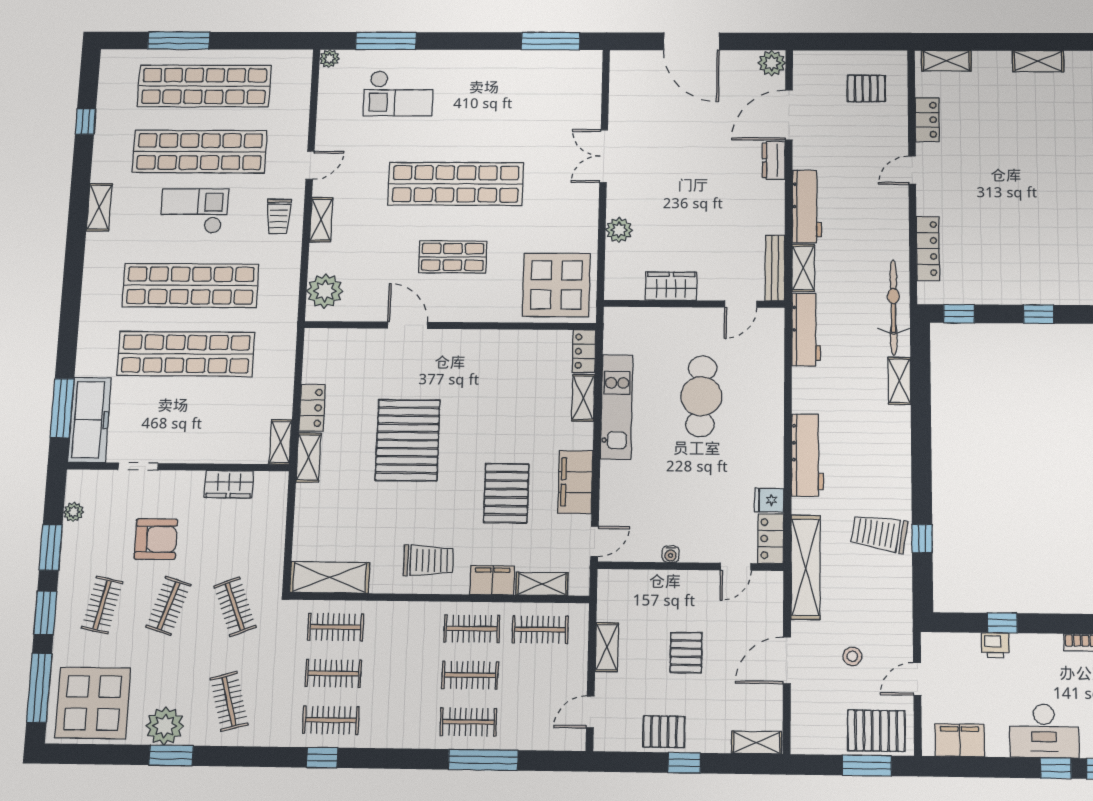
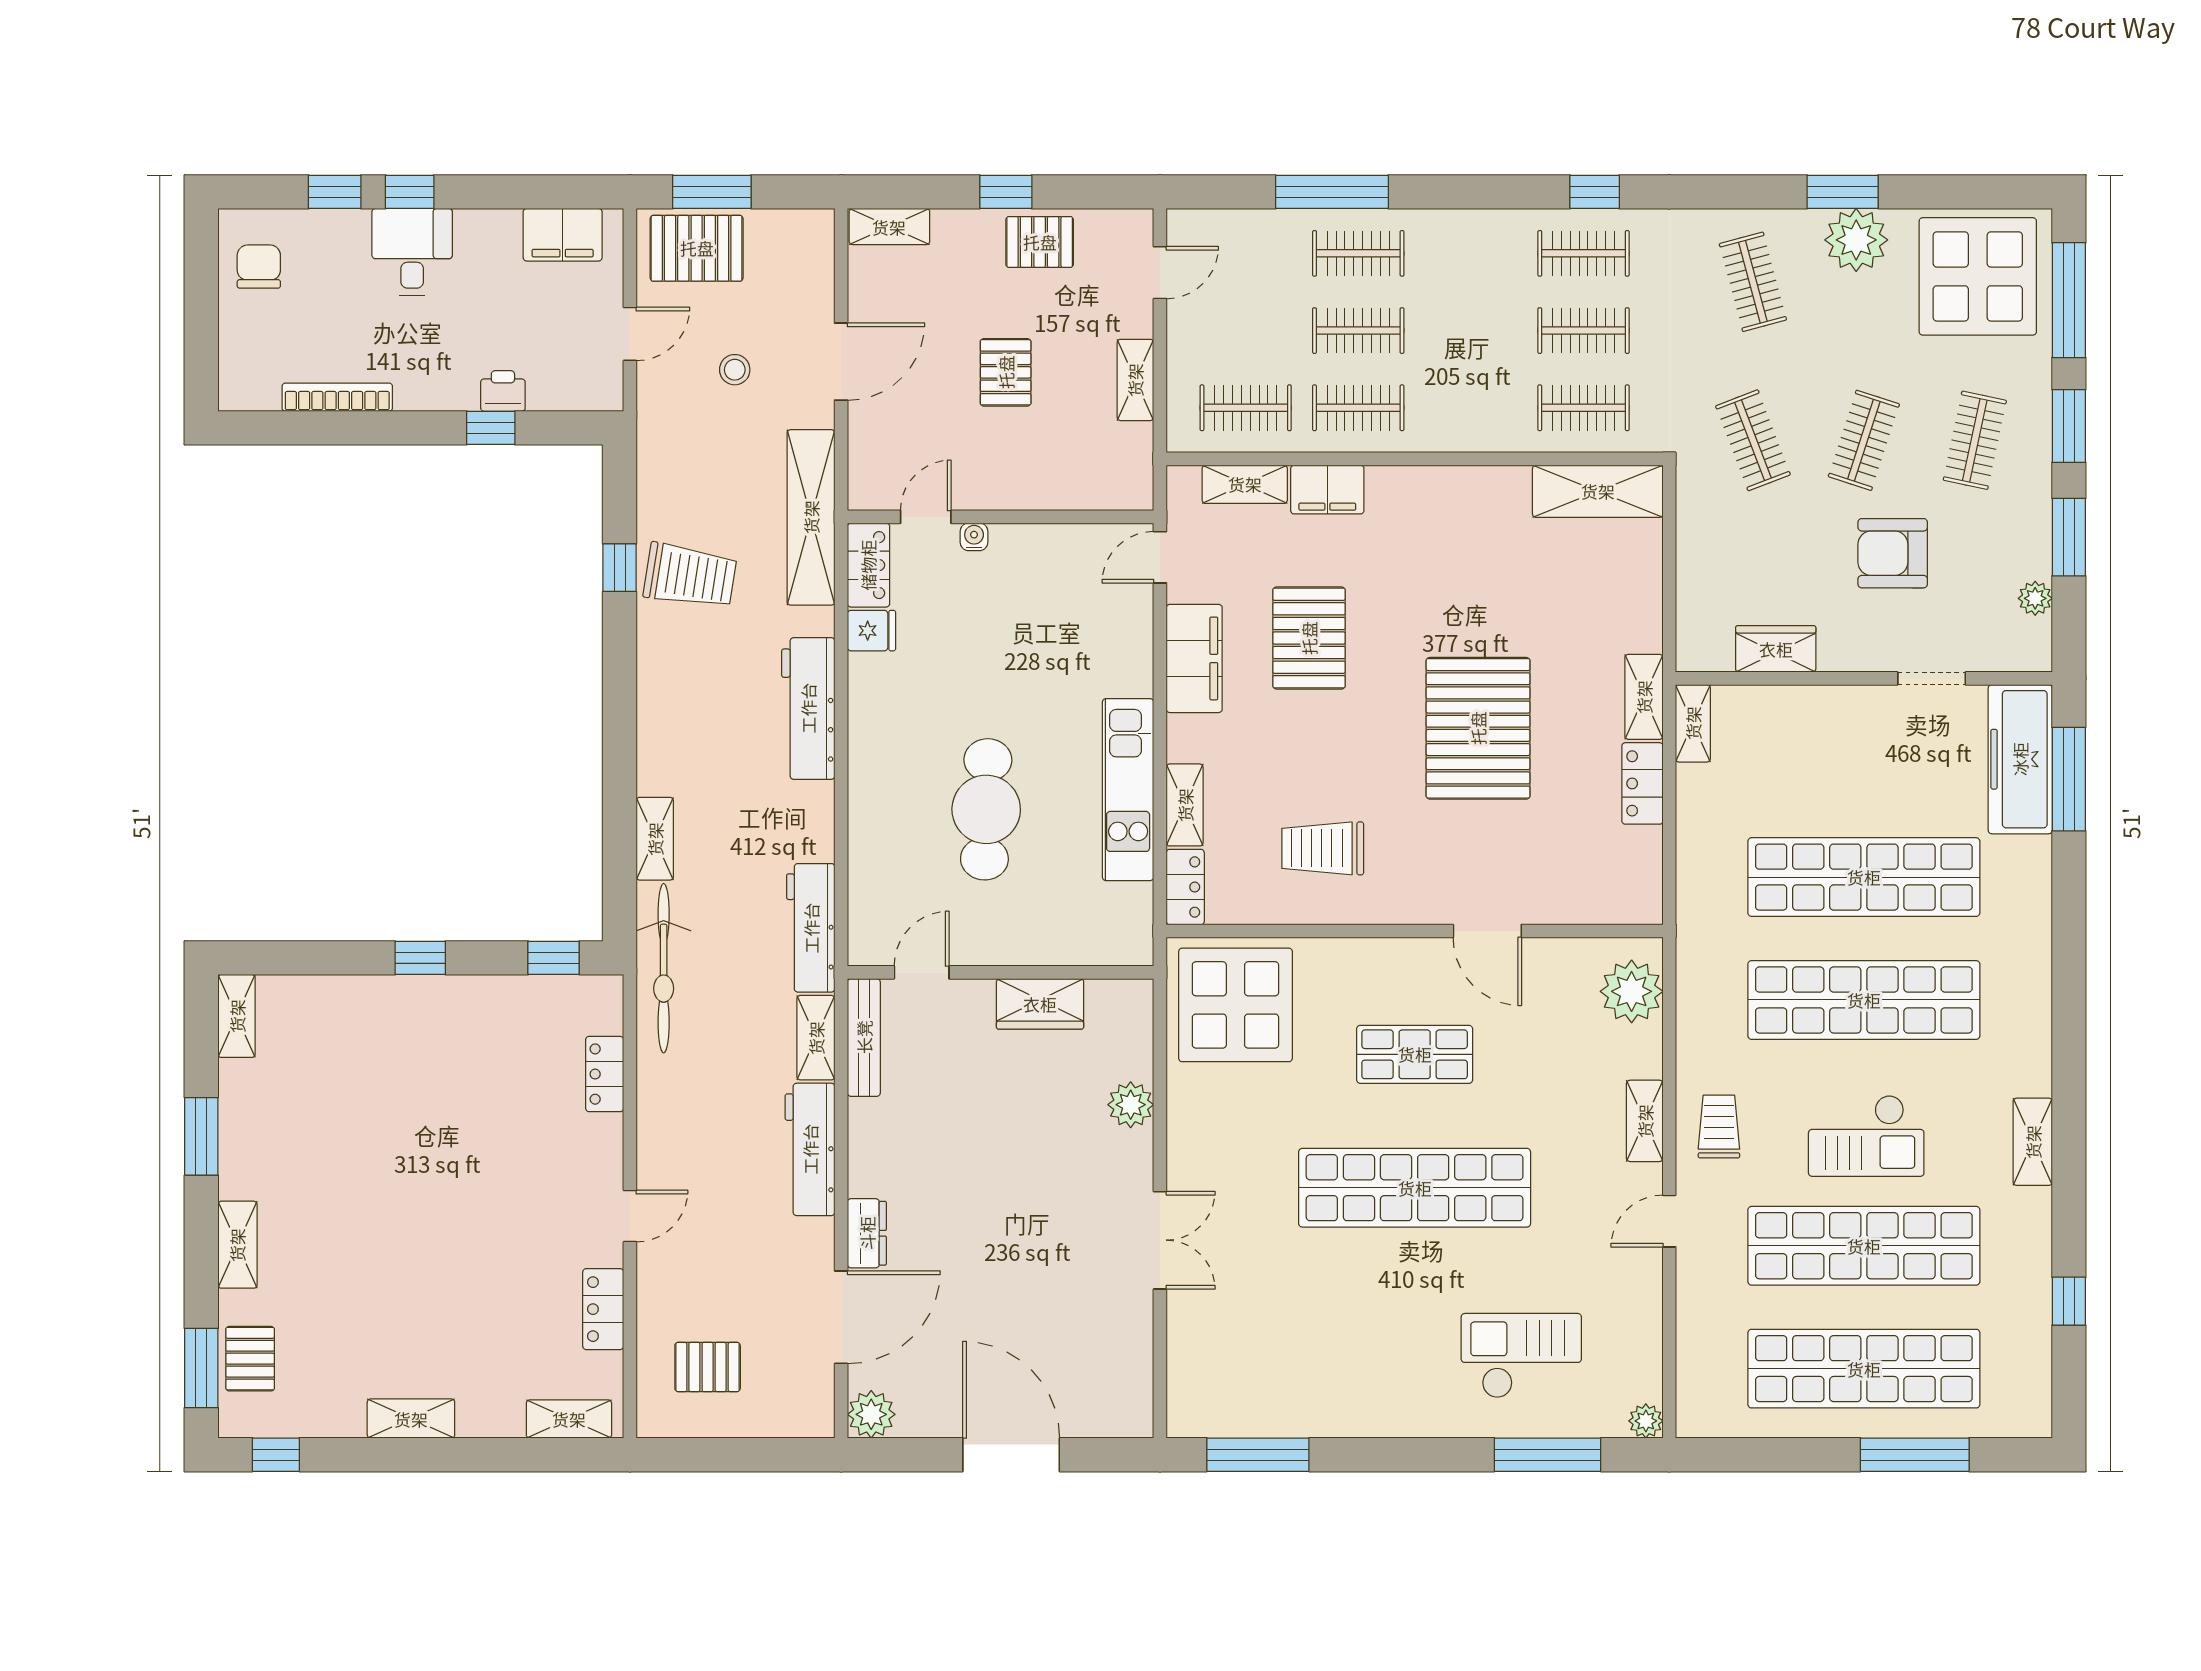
locker: (928, 248) -> (605, 1074), width x0.66
water cooler: (671, 554) -> (974, 537), moved
trolley: (428, 560) -> (1323, 848), moved
desk: (1044, 731) -> (412, 252), width x0.73

